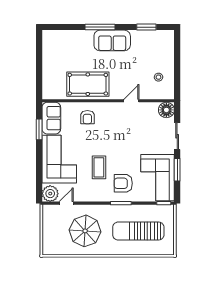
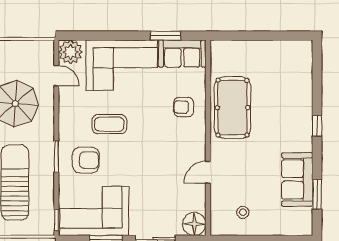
window: (100, 27) -> (317, 126), width x0.46
sofa: (112, 40) -> (297, 180), moved
door: (131, 101) -> (208, 172), swing flipped
armchair: (123, 183) -> (86, 160), turned 91

